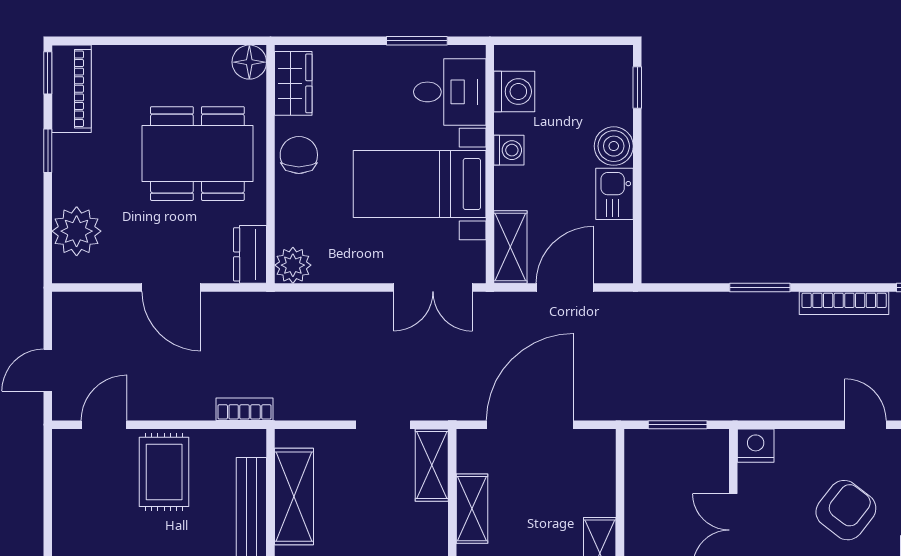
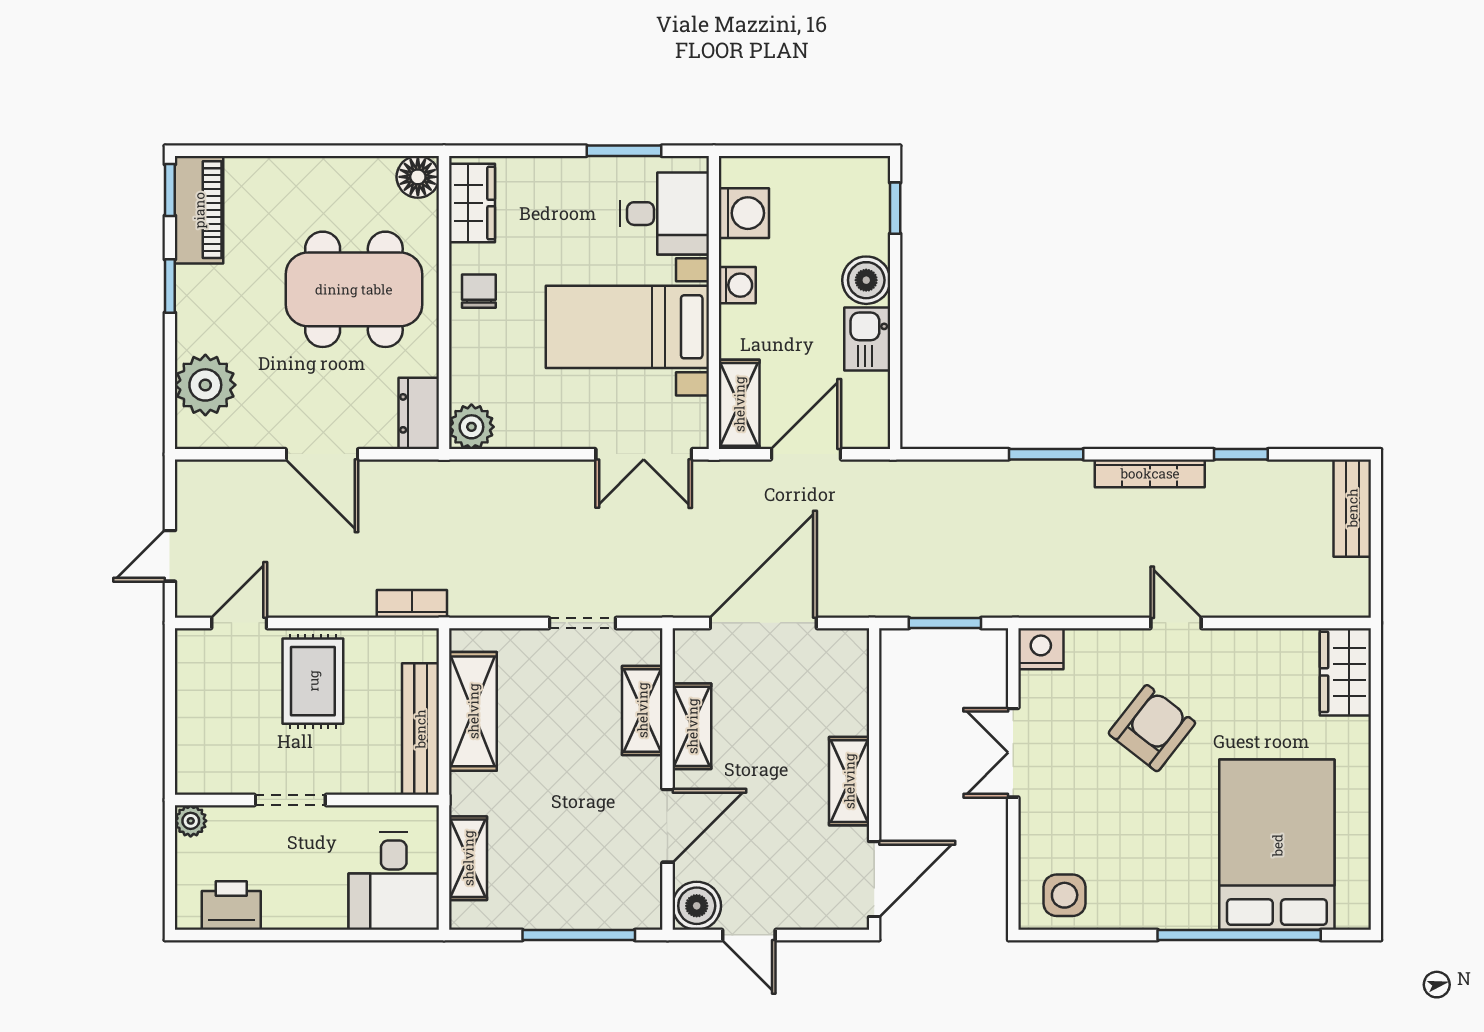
chair: (299, 155) -> (479, 291), width x0.73, depth x0.73
shelving: (432, 465) -> (642, 710), moved

